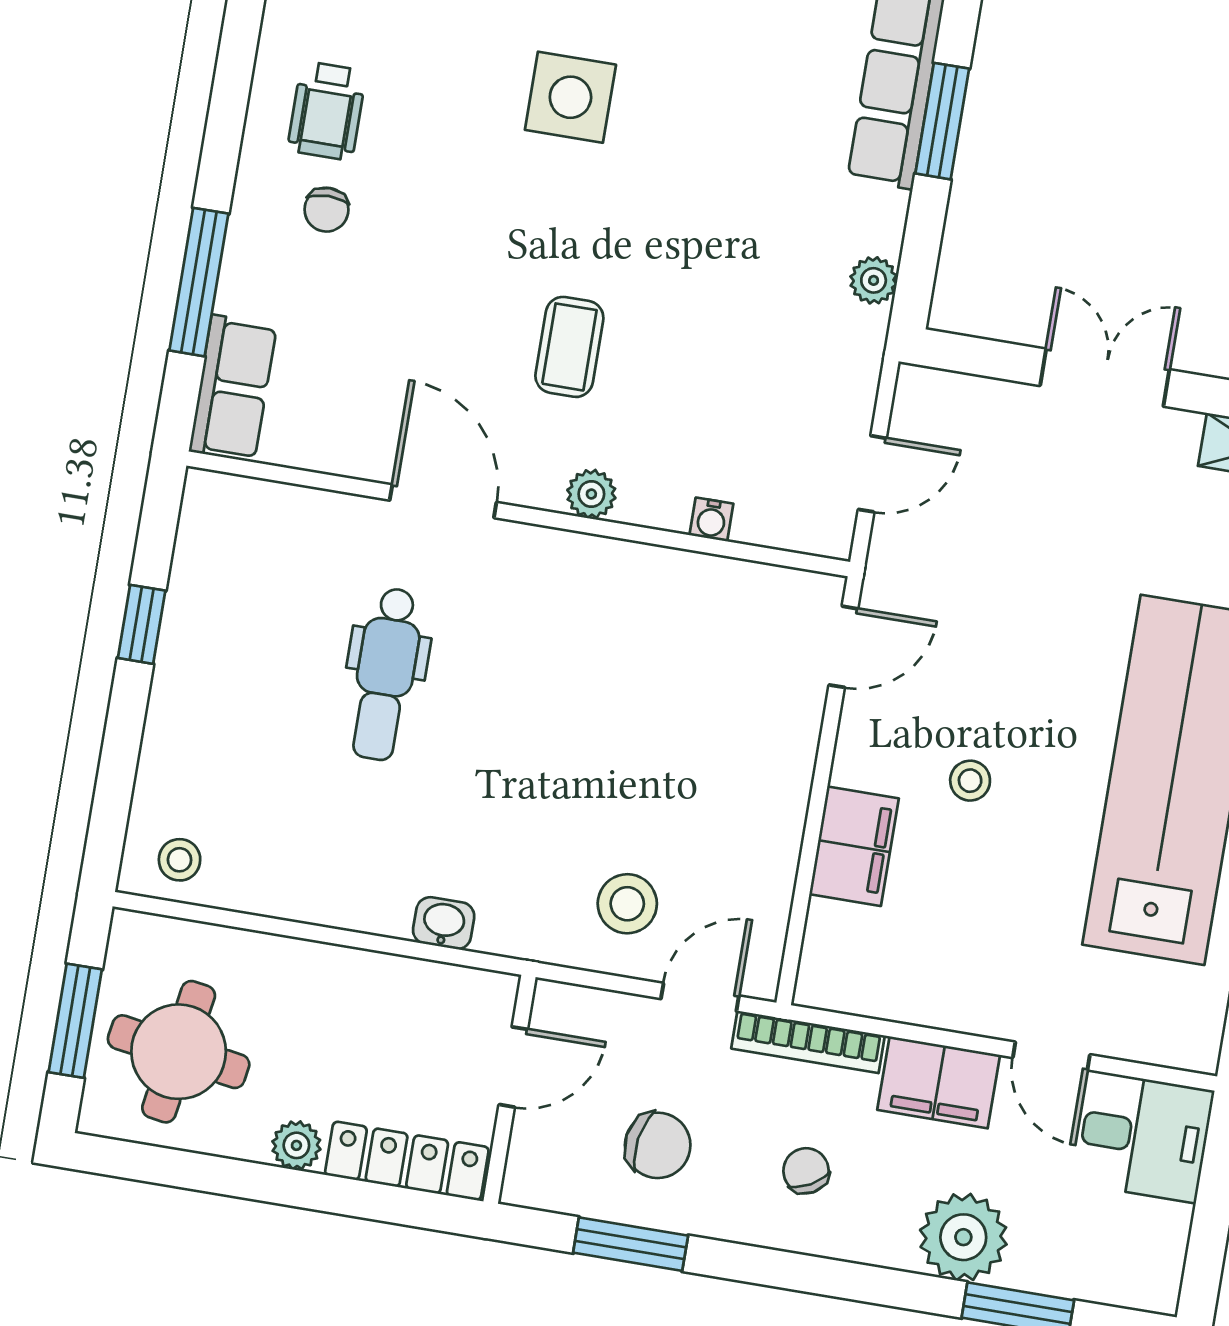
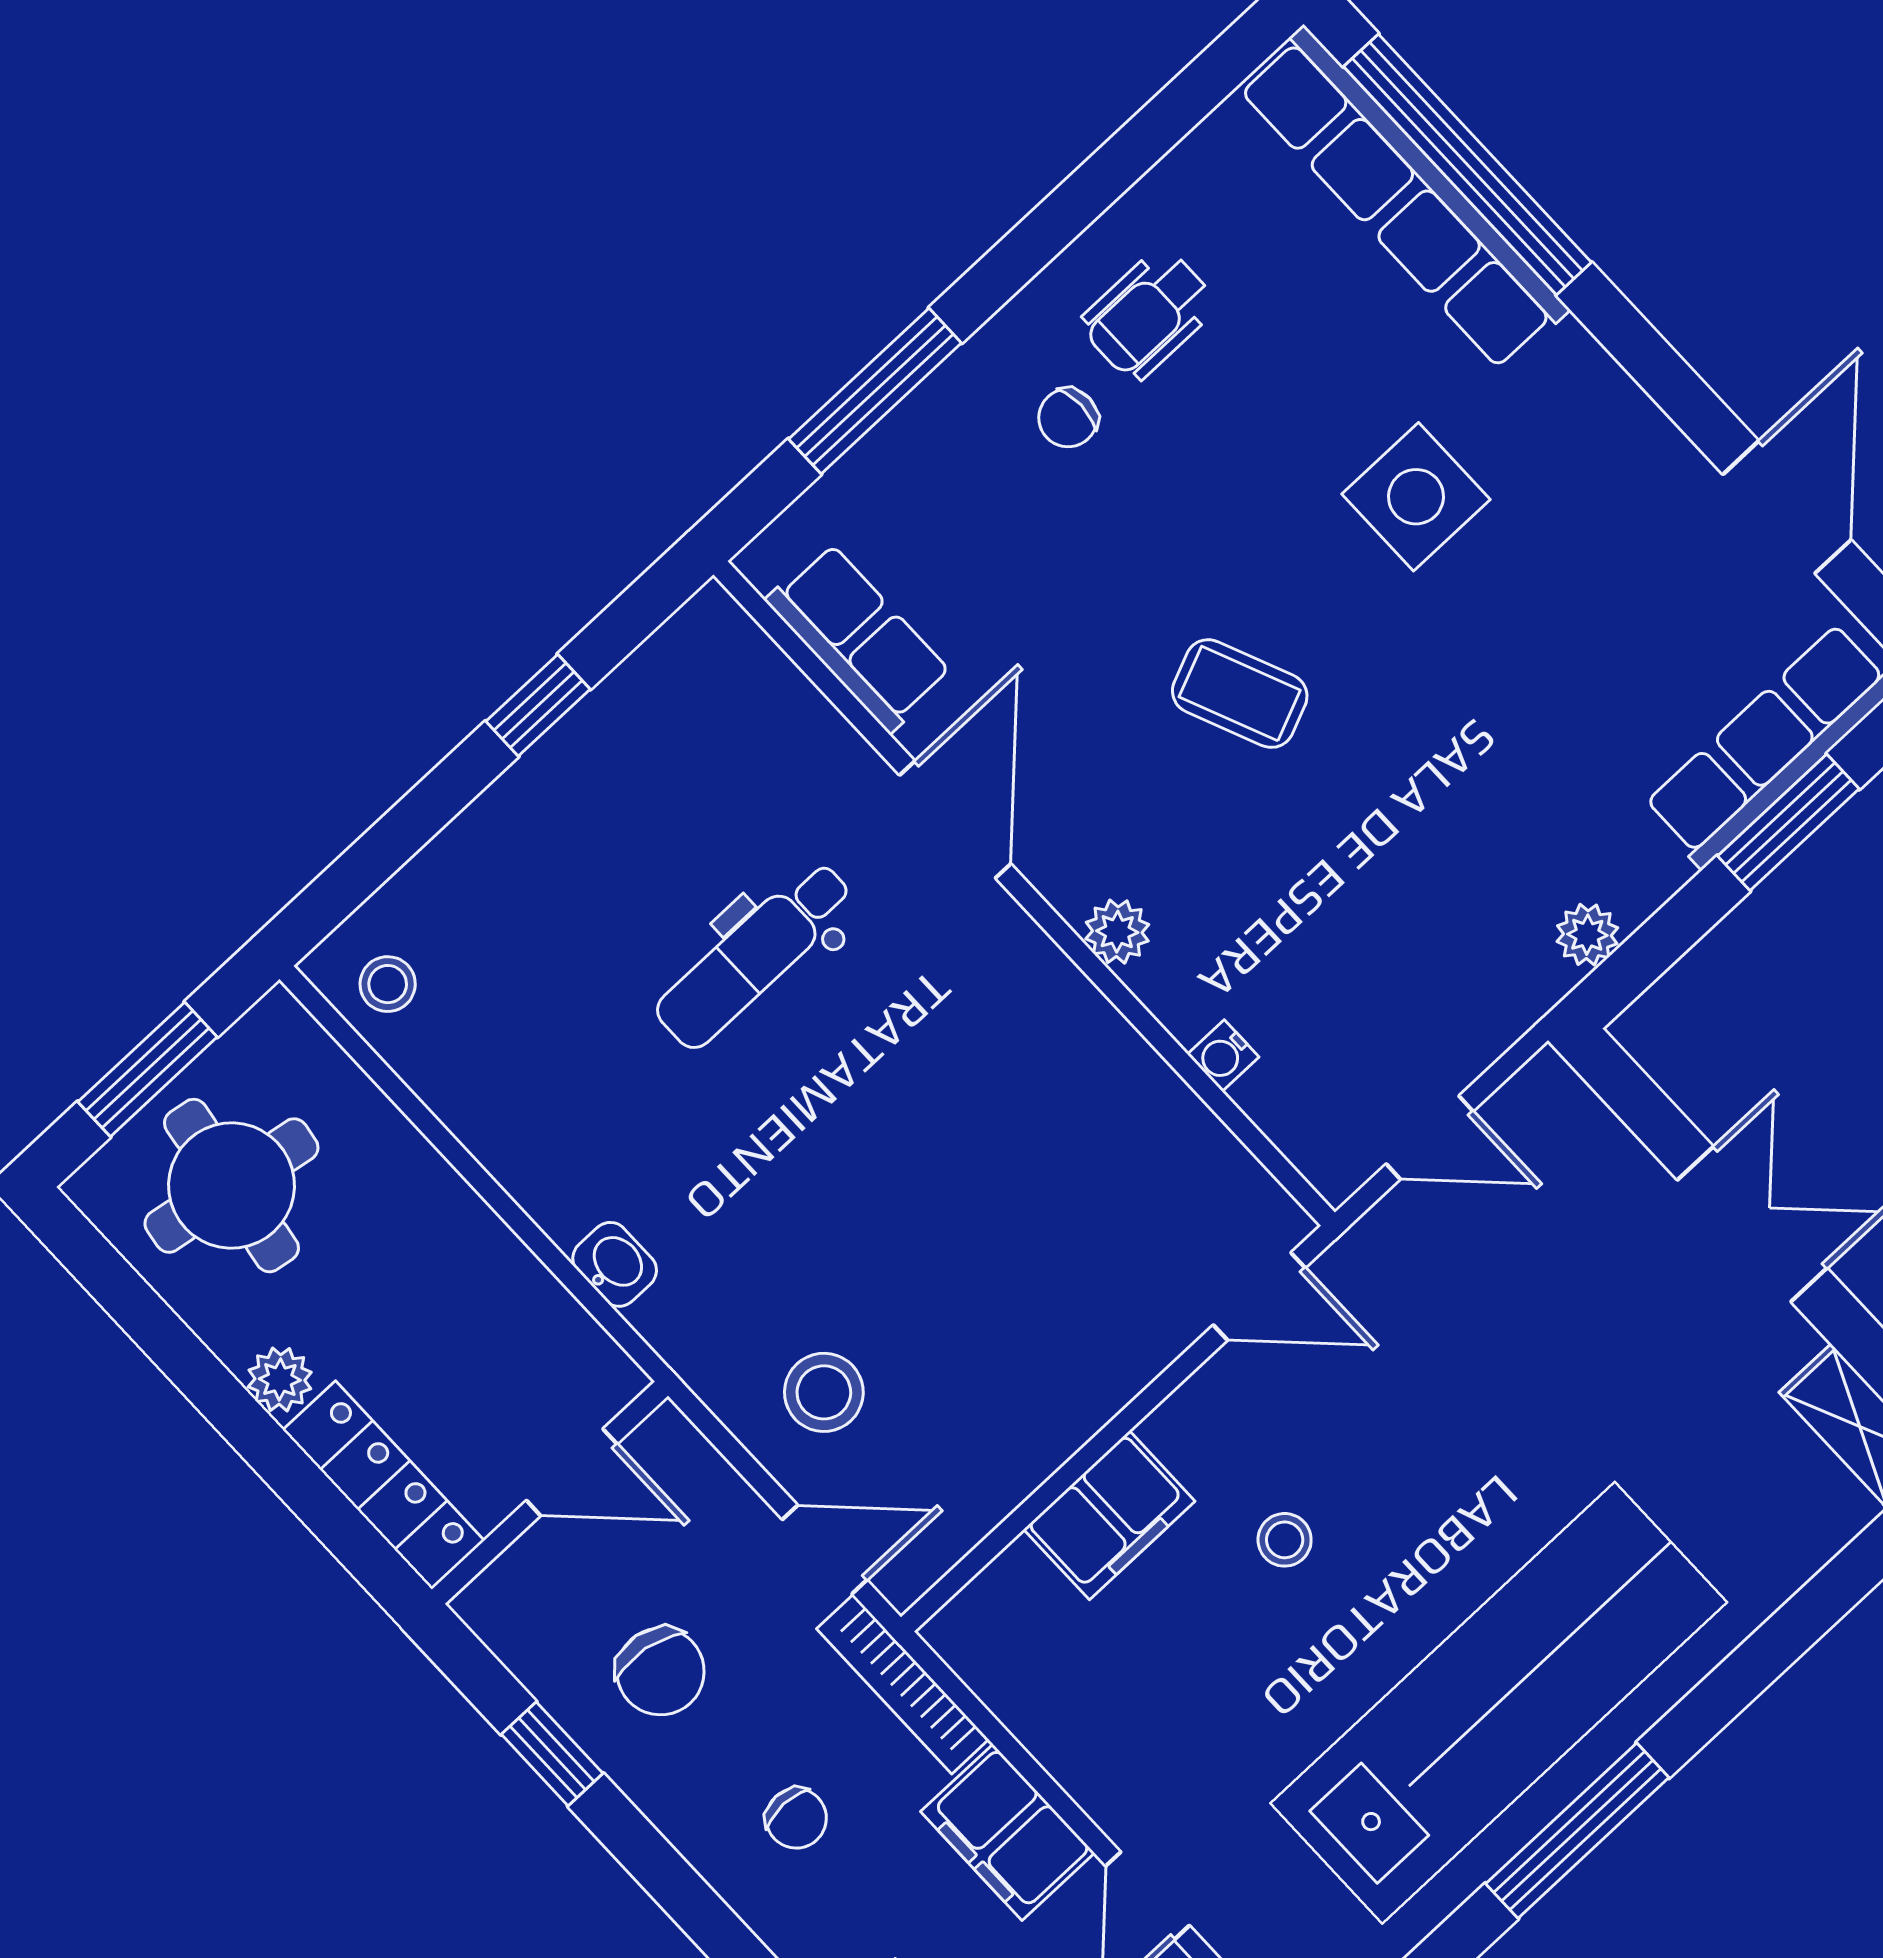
coffee table: (569, 347) -> (1240, 694), moved, turned 67
row of seats: (233, 388) -> (859, 637), moved, turned -90
chair: (806, 1171) -> (796, 1818), turned 119
window: (631, 1244) -> (552, 1754), width x0.67

